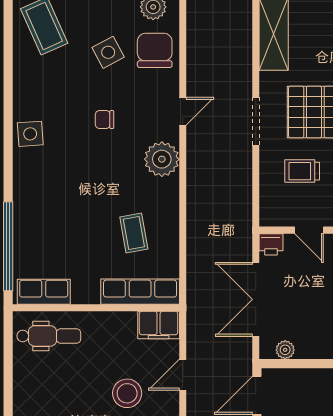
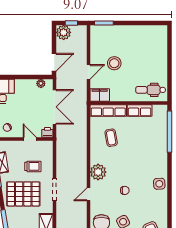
row of seats: (44, 292) -> (140, 110), moved

